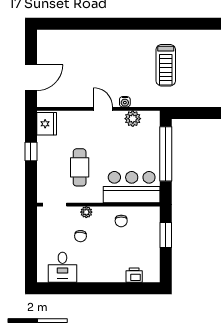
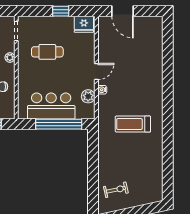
bar counter: (132, 187) -> (51, 106), moved, turned -90

